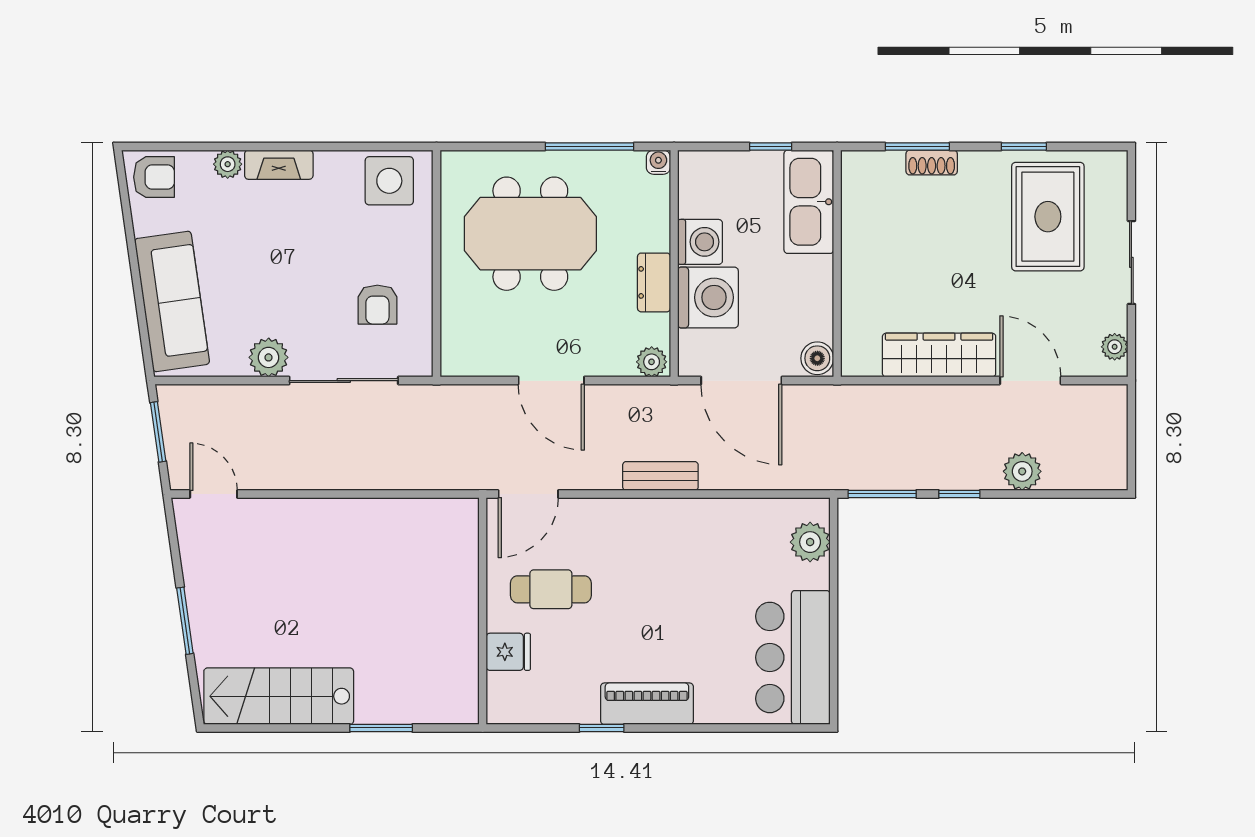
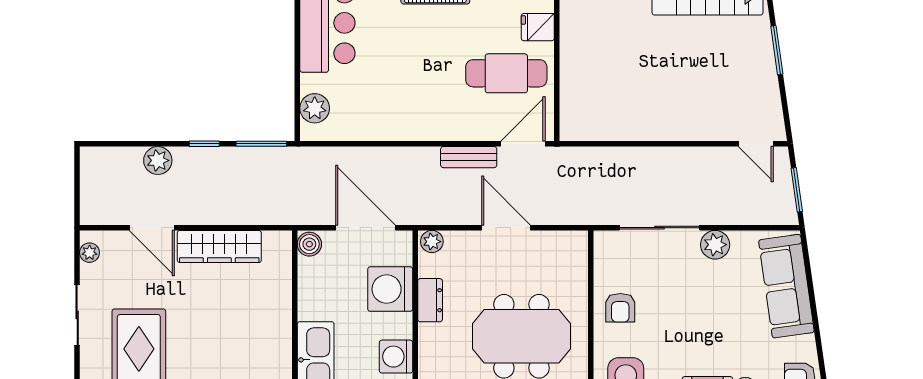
washing machine: (700, 242) -> (396, 357), moved
armchair: (377, 305) -> (620, 308), moved, turned 180
bench: (660, 476) -> (469, 157), moved
cafe table: (551, 589) -> (506, 73), width x1.37, depth x1.35

